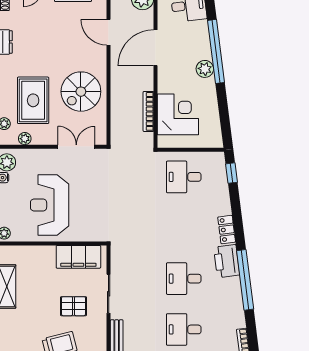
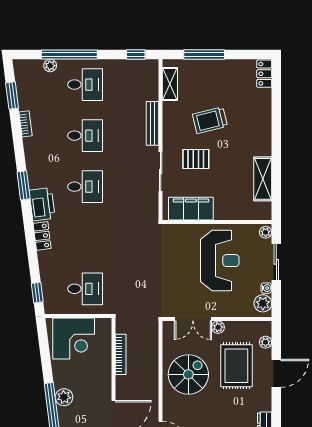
corner desk: (178, 114) -> (74, 339), moved, turned -90
plant: (25, 139) -> (218, 327), moved
window: (245, 280) -> (24, 185), width x0.47

